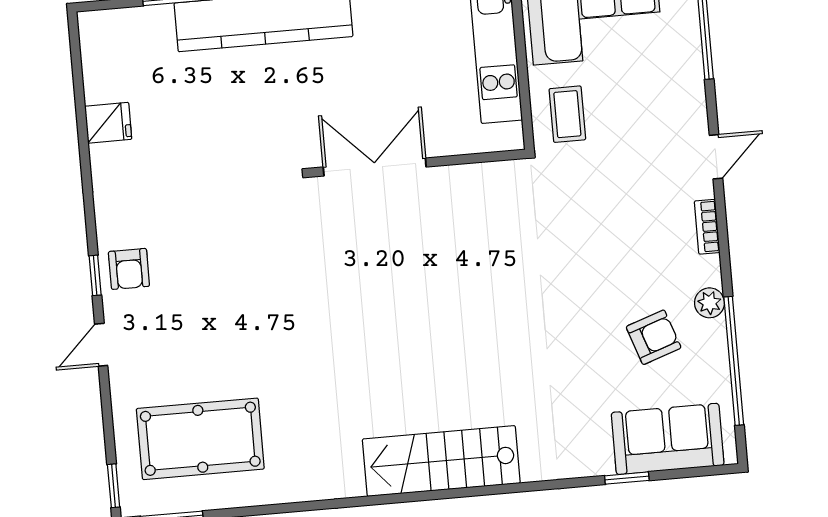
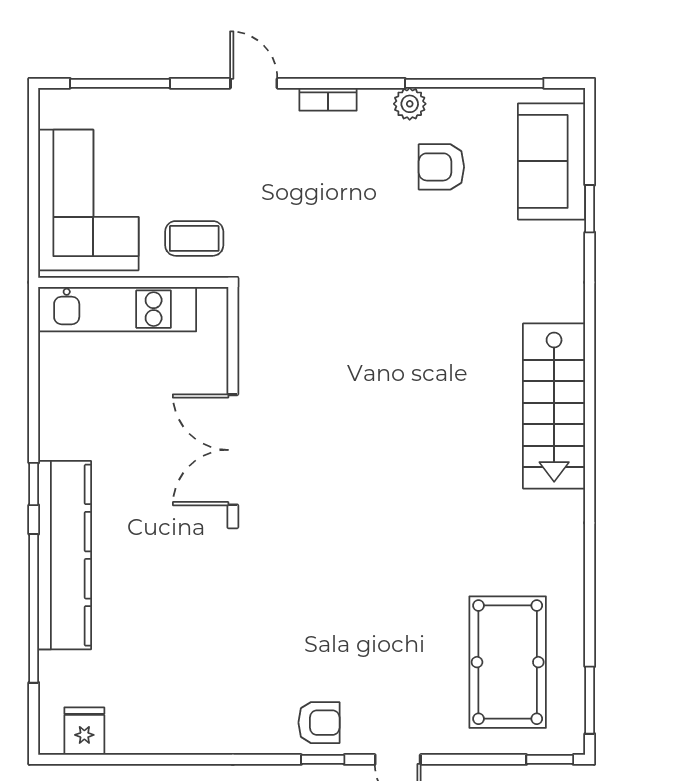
fridge: (108, 123) -> (84, 731), moved
armchair: (654, 337) -> (441, 167), turned -71

